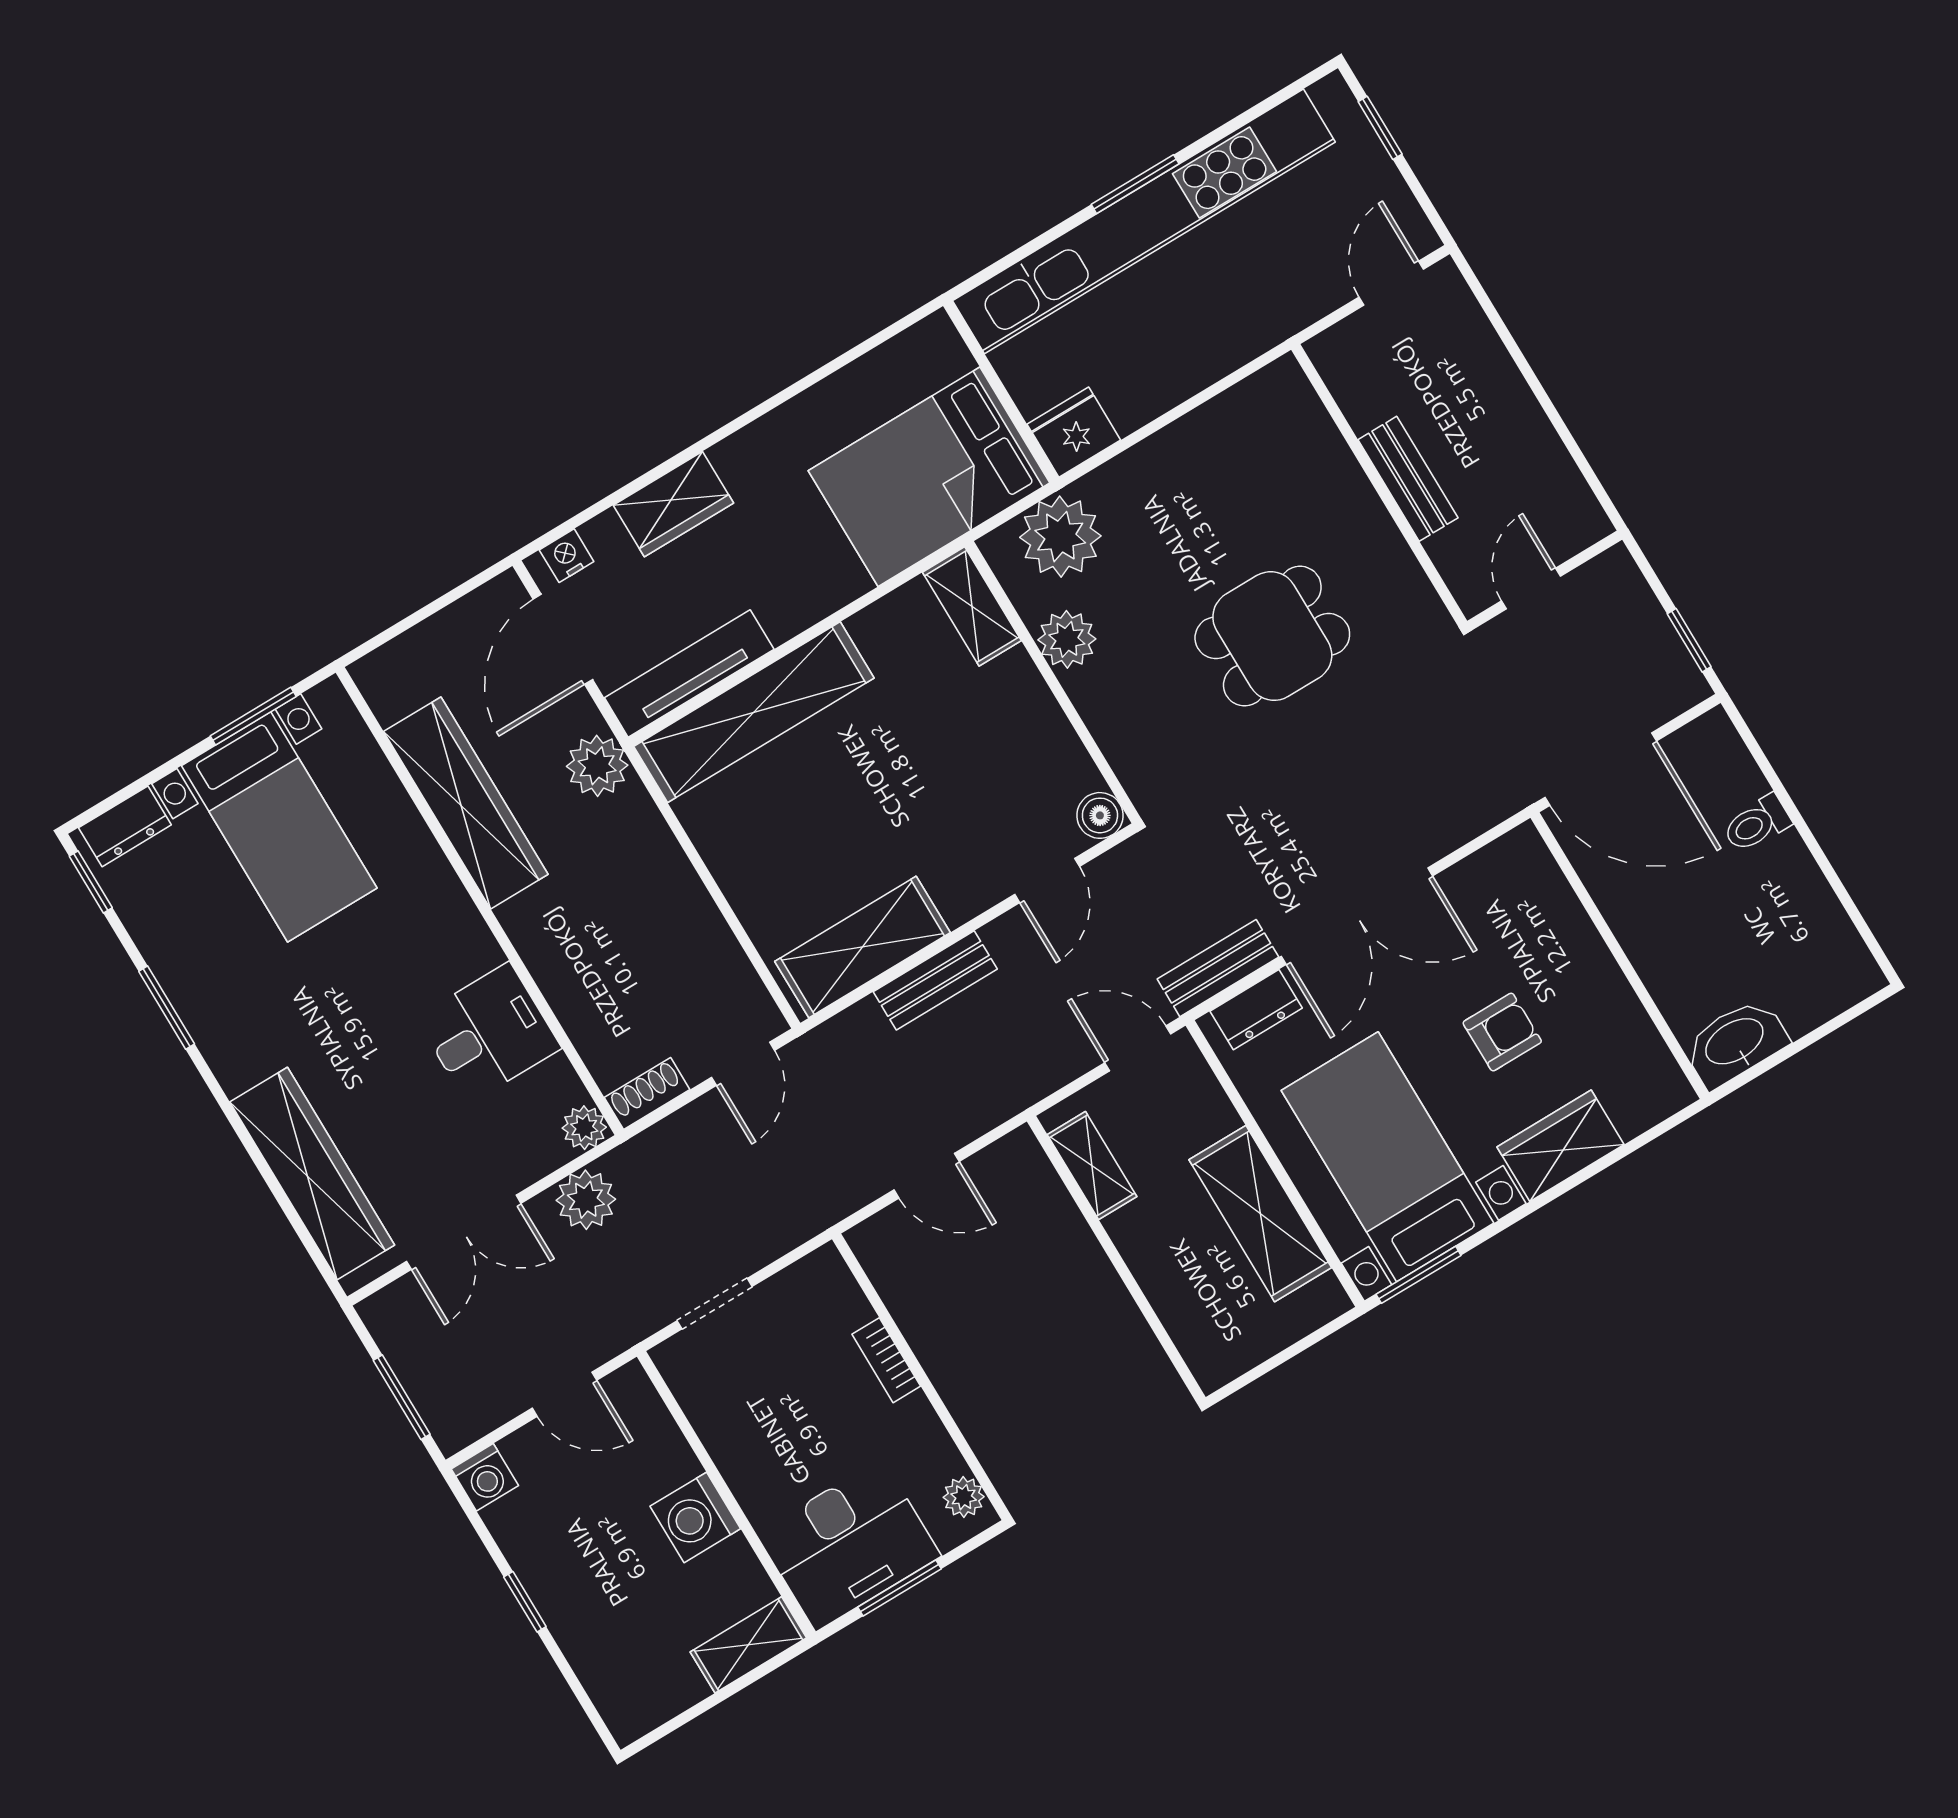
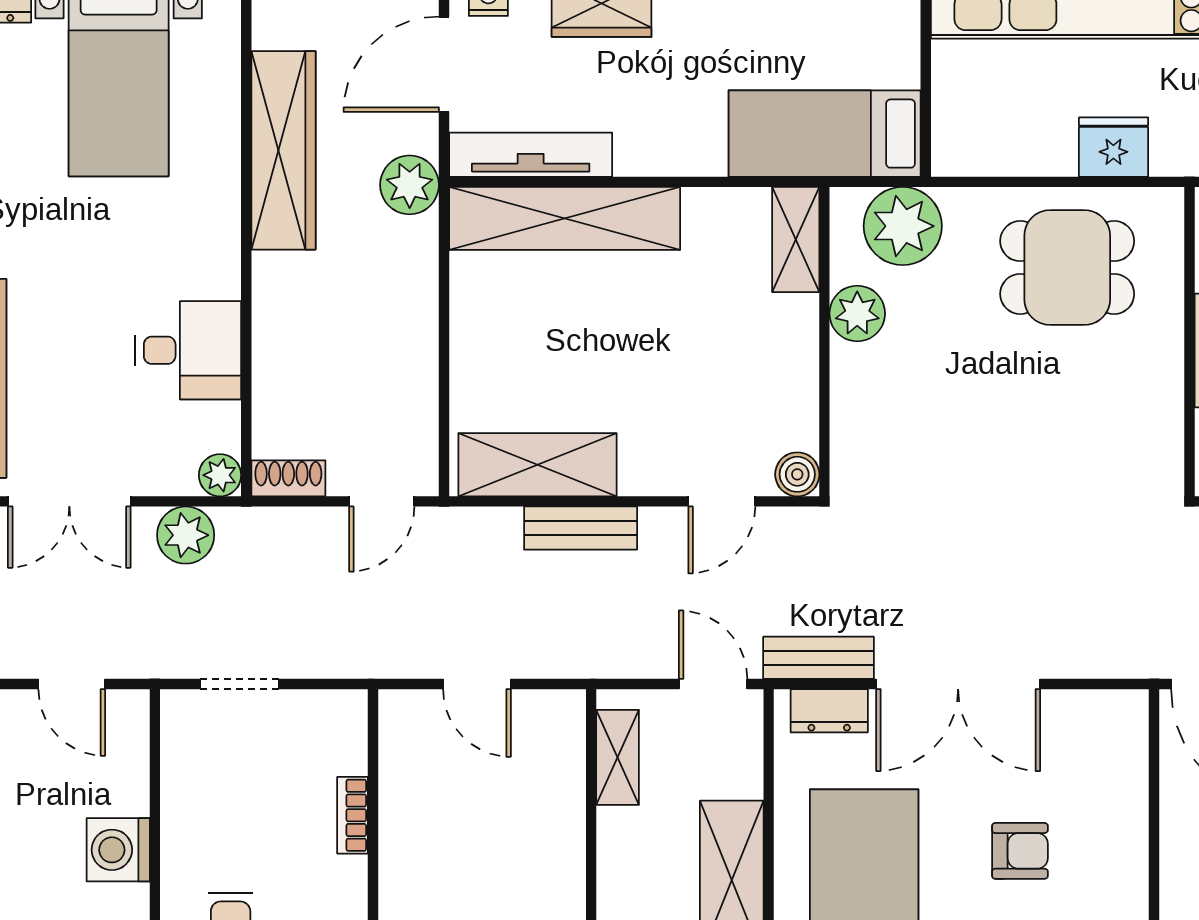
fridge: (1074, 432) -> (1113, 147), moved
bed: (929, 477) -> (825, 134), width x0.67
dining table: (1272, 636) -> (1067, 268), moved

